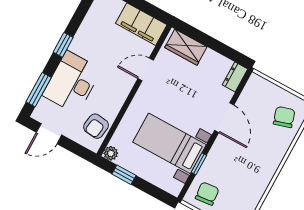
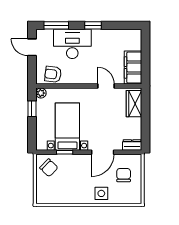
chair: (284, 117) -> (124, 175), moved, turned -73
side table: (273, 147) -> (101, 193), added
chair: (207, 194) -> (49, 168), turned 50

